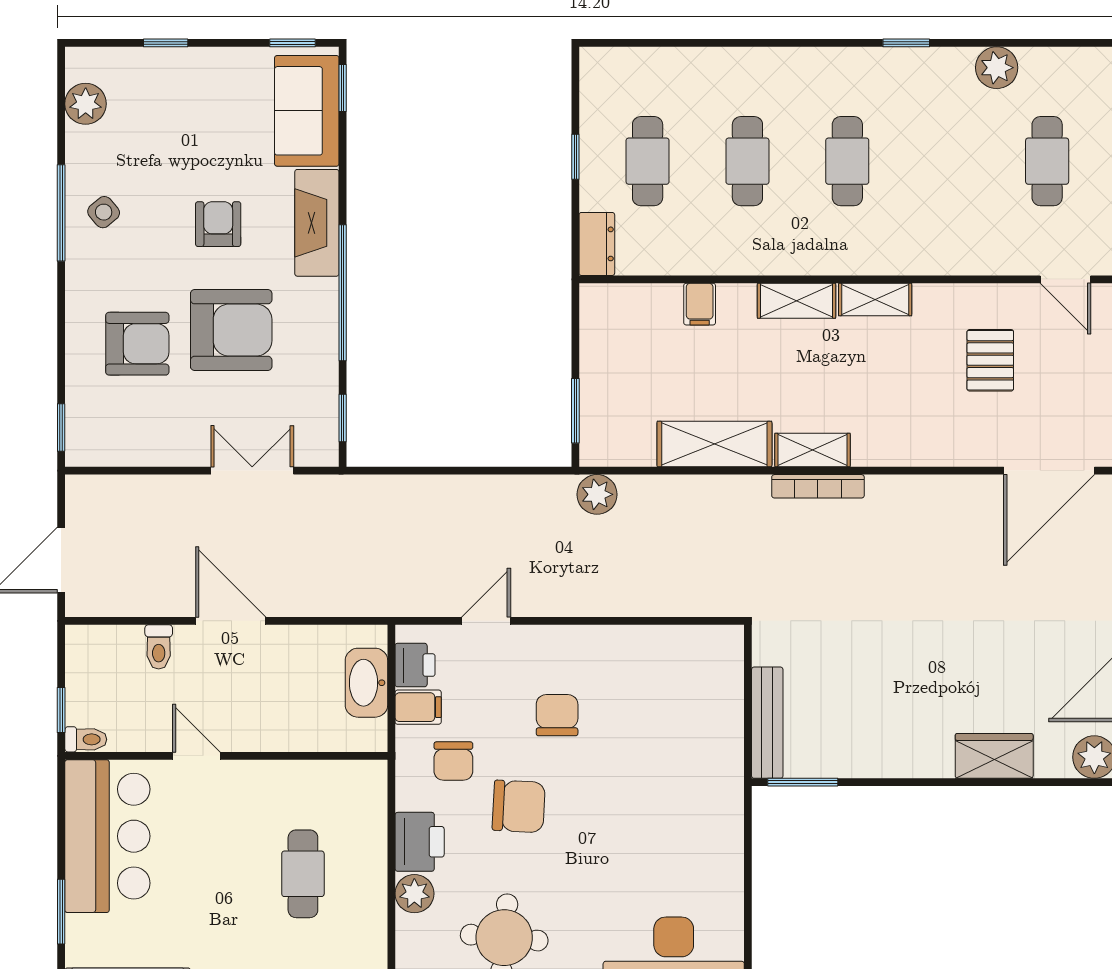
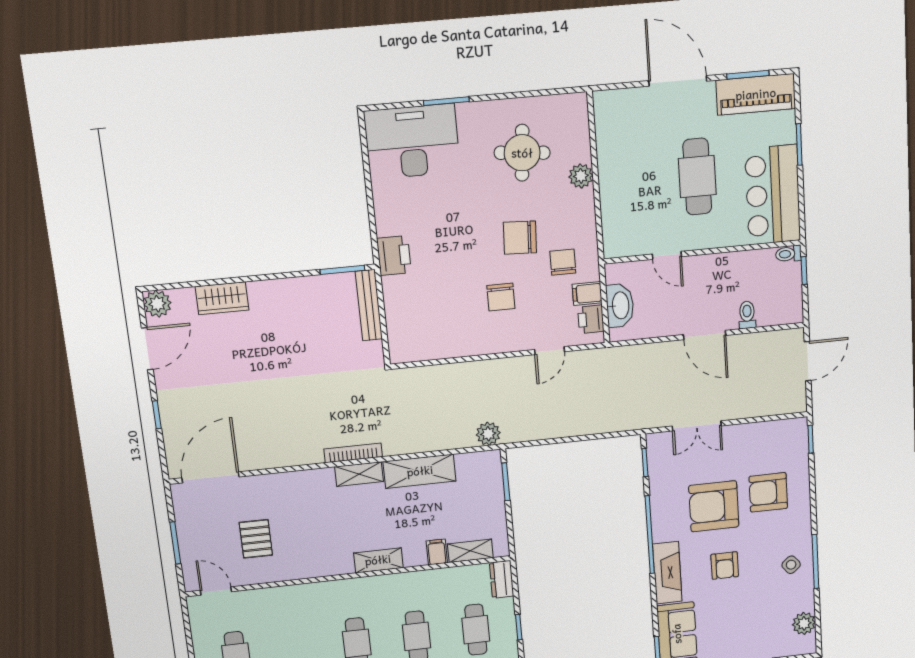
shelving: (875, 300) -> (470, 551), moved
door: (196, 756) -> (667, 255), moved
printer: (420, 842) -> (394, 256), moved, turned 180
cafe table: (303, 874) -> (697, 177), moved, width x1.37, depth x1.35

